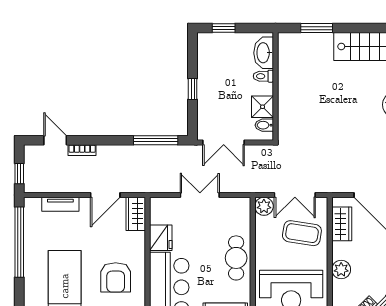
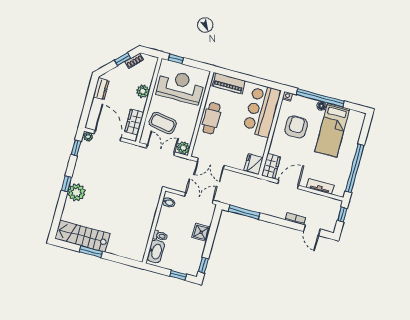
window: (317, 28) -> (91, 252), moved
window: (193, 89) -> (203, 265), moved
shower: (263, 107) -> (201, 232), moved
double door: (200, 195) -> (211, 163), moved
fridge: (161, 238) -> (254, 164), moved

